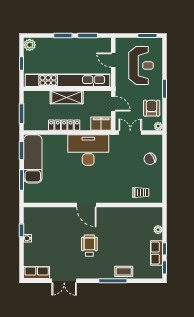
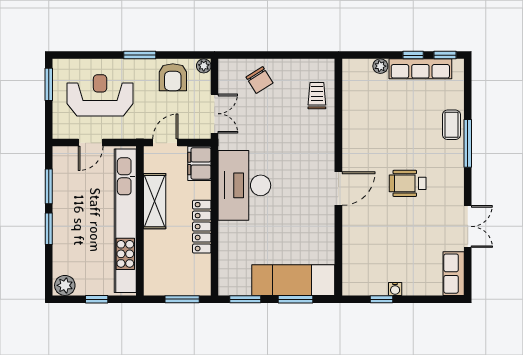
shelving: (67, 97) -> (155, 201), moved
armchair: (152, 108) -> (173, 77), turned -90
double door: (130, 133) -> (215, 114), swing flipped
exam couch: (33, 159) -> (293, 280), moved
row of seats: (156, 253) -> (420, 69), width x1.48

